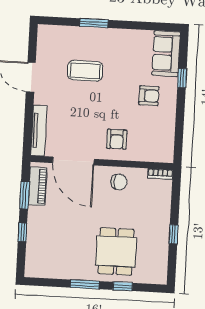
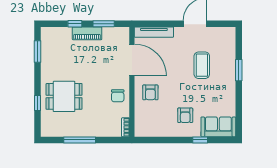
armchair: (117, 139) -> (150, 92), turned -90
door: (73, 161) -> (132, 60), swing flipped
piano: (37, 186) -> (87, 33), moved
window: (174, 234) -> (80, 140), width x2.17
window: (85, 284) -> (37, 52), moved

